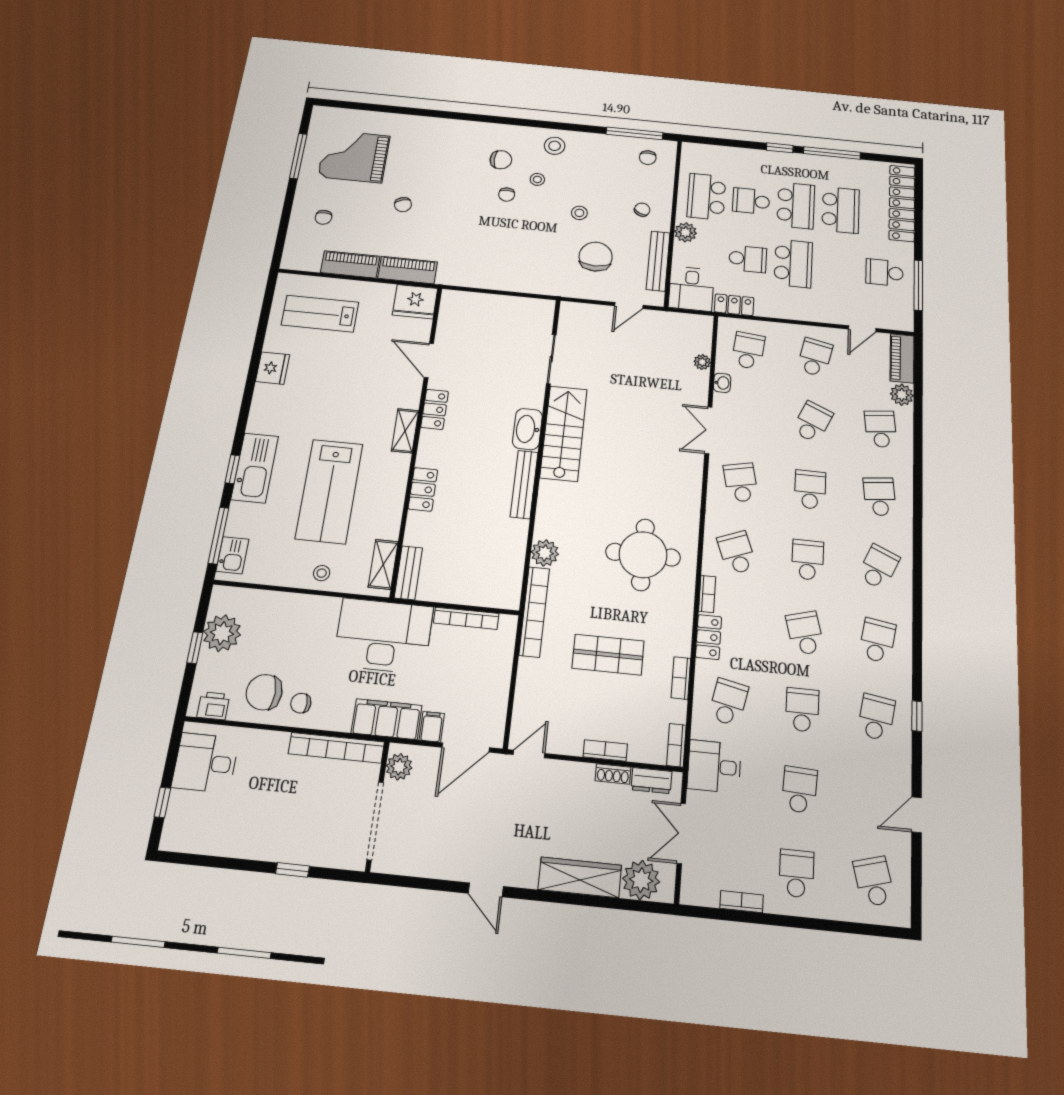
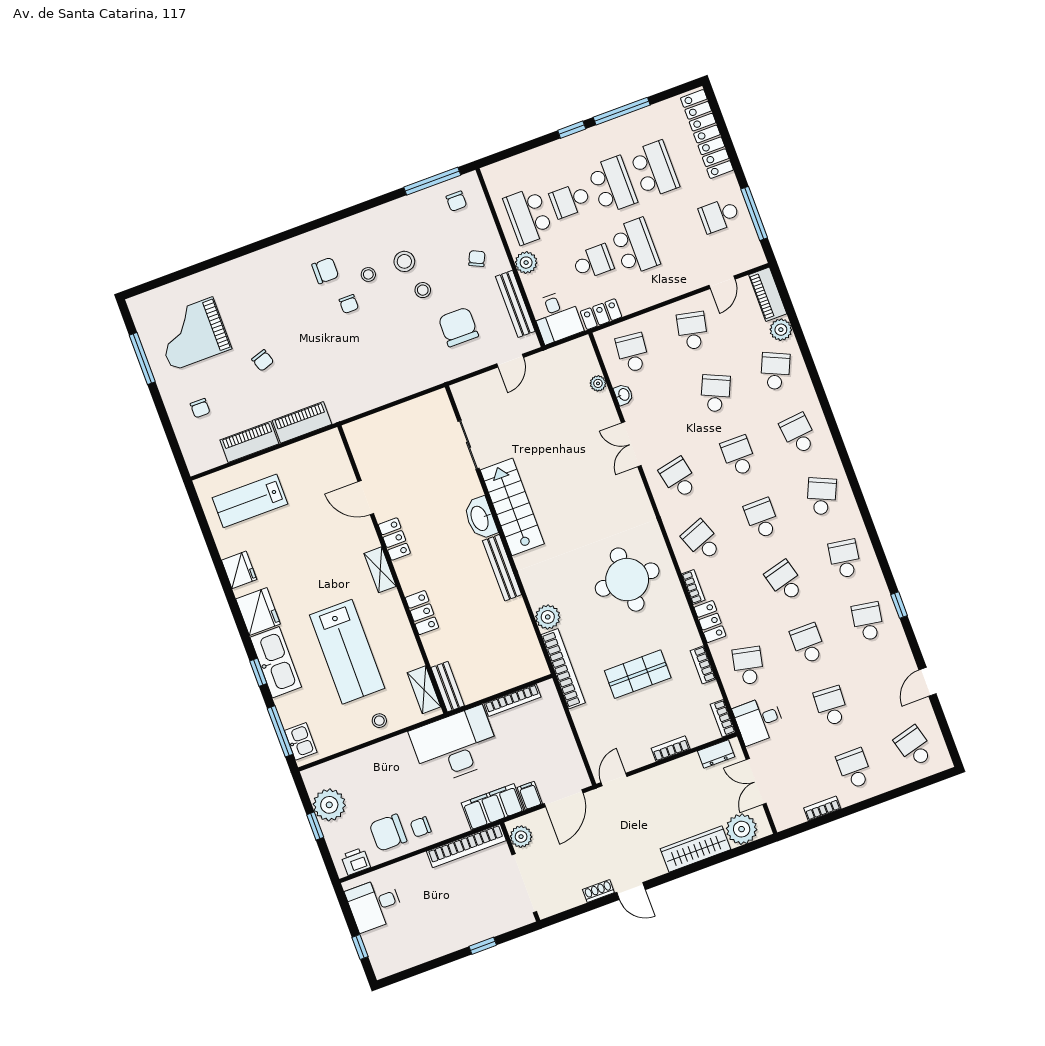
stool: (555, 146) -> (404, 261), moved
fridge: (415, 302) -> (258, 612), moved, turned -90
school desk: (881, 429) -> (775, 371), turned 30
shoe rack: (613, 774) -> (598, 891), moved, turned 180

